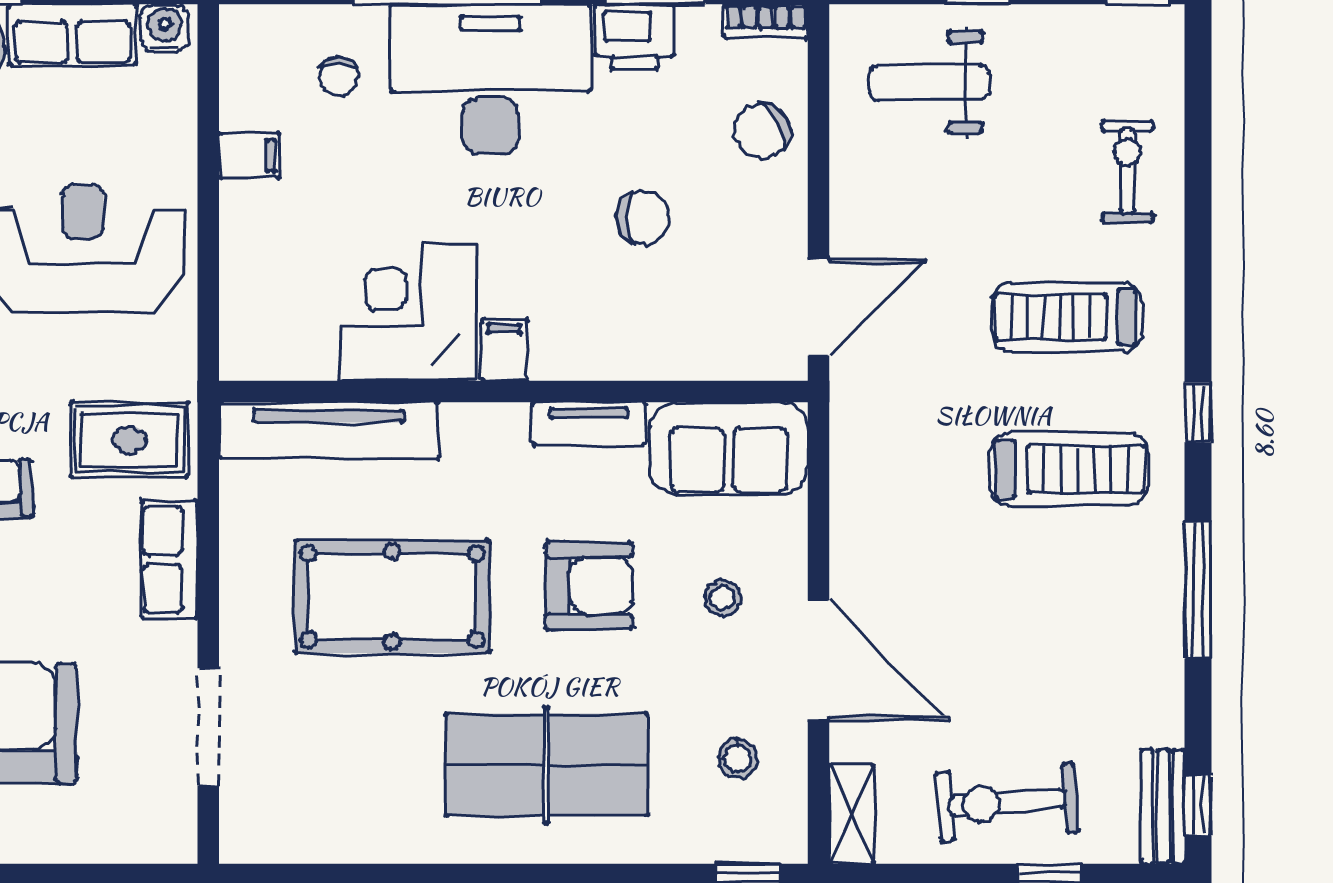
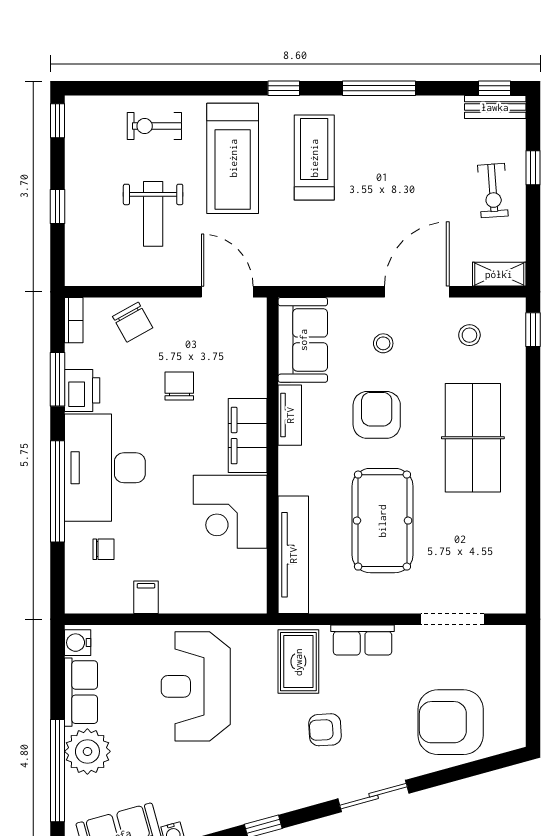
weight bench: (929, 82) -> (153, 214), moved
treadmill: (1067, 317) -> (233, 158), width x1.37, depth x1.38
filing cabinet: (504, 350) -> (248, 436), width x3.00, depth x1.17
exercise bike: (1007, 802) -> (493, 191), width x0.73, depth x0.72

